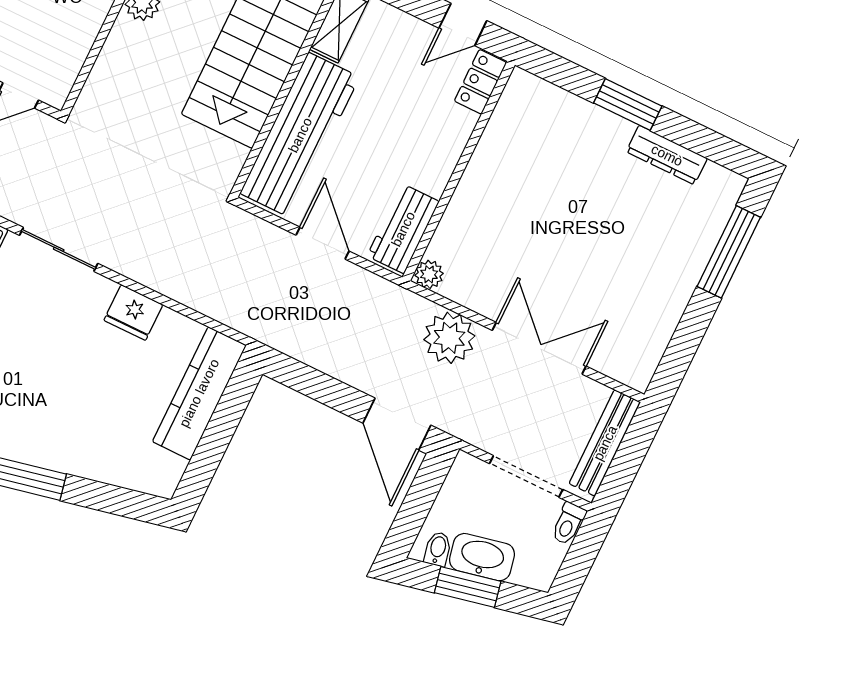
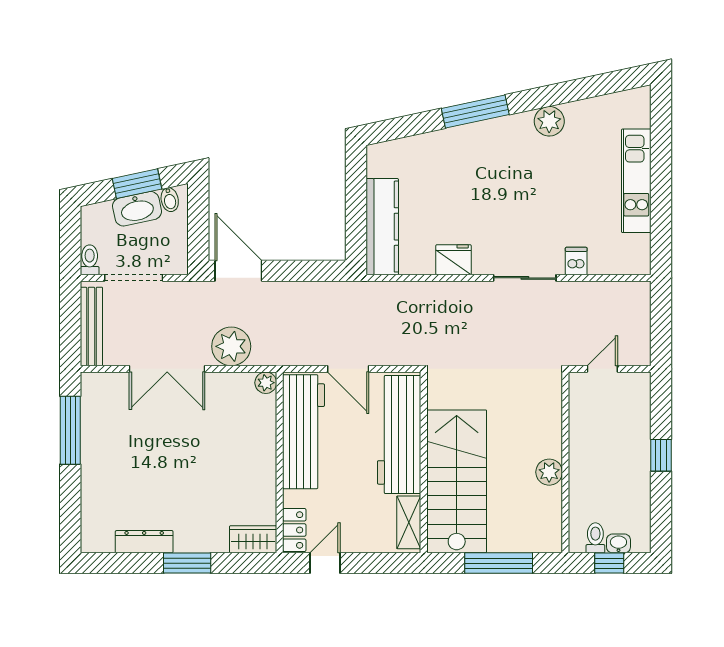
wardrobe: (535, 95) -> (253, 539), added
workbench: (403, 229) -> (304, 432), width x1.88, depth x1.32
window: (729, 252) -> (70, 430), moved

